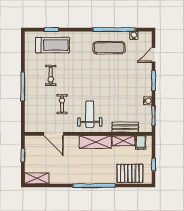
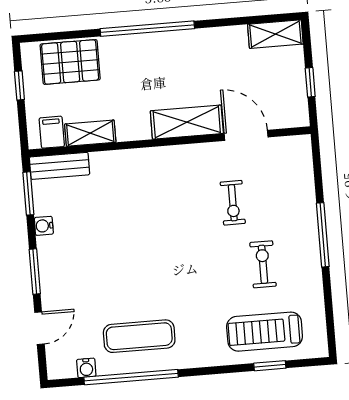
weight bench: (90, 114) -> (170, 186), removed
bench: (125, 127) -> (59, 166), moved
shelving: (95, 142) -> (187, 122), moved

